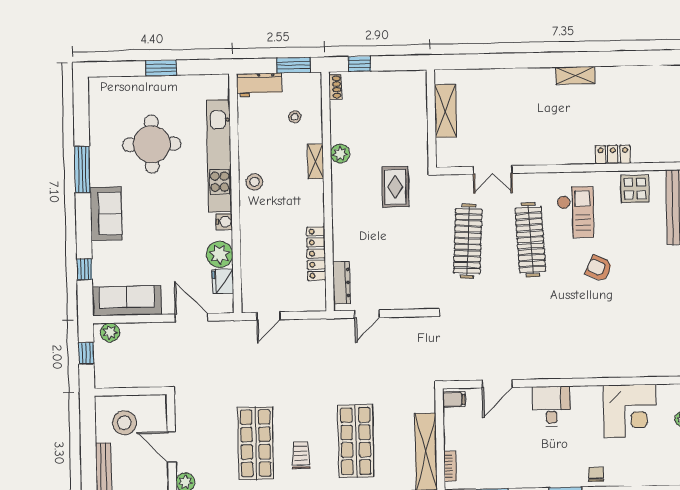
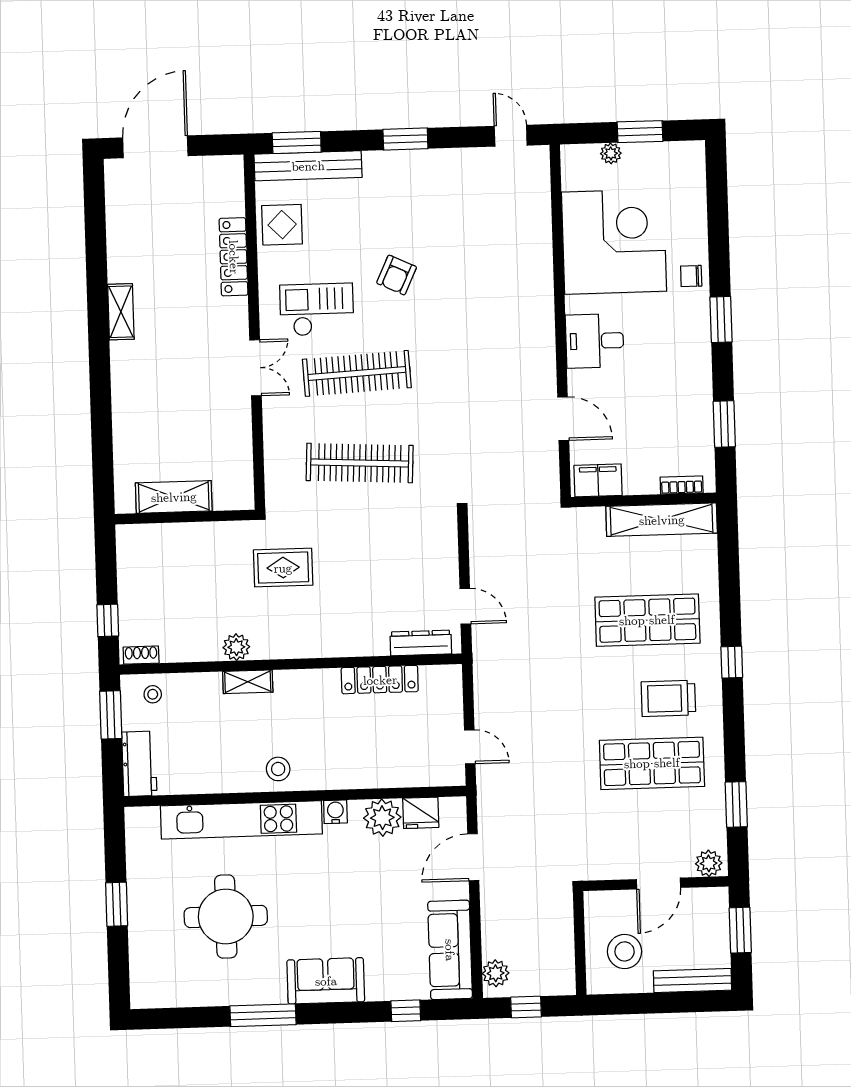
stool: (295, 117) -> (153, 694), moved
locker: (613, 154) -> (234, 257), width x1.53
double door: (493, 170) -> (255, 368), moved
filing cabinet: (454, 399) -> (598, 480), width x2.00
corner desk: (630, 411) -> (614, 242), width x1.36, depth x1.36
trolley: (301, 455) -> (668, 698), width x1.36, depth x1.39

